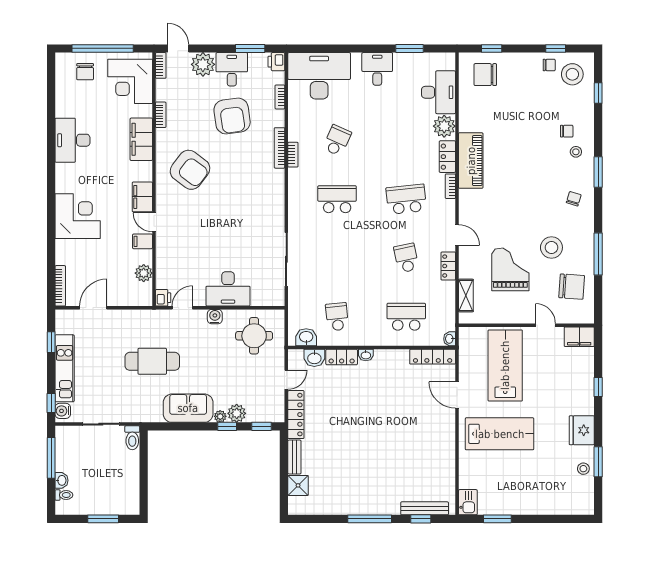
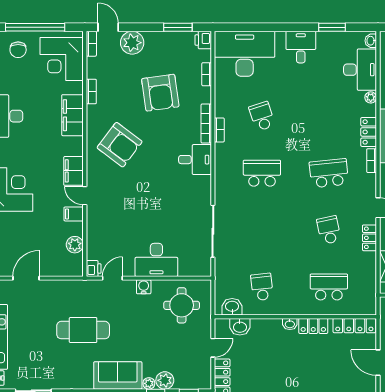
desk: (232, 69) -> (195, 160), moved, turned 90
plant: (444, 126) -> (371, 97), width x0.53, depth x0.53
school desk: (337, 140) -> (262, 116), turned -42
washbasin: (450, 339) -> (371, 41), moved
locker: (342, 357) -> (313, 326), moved

